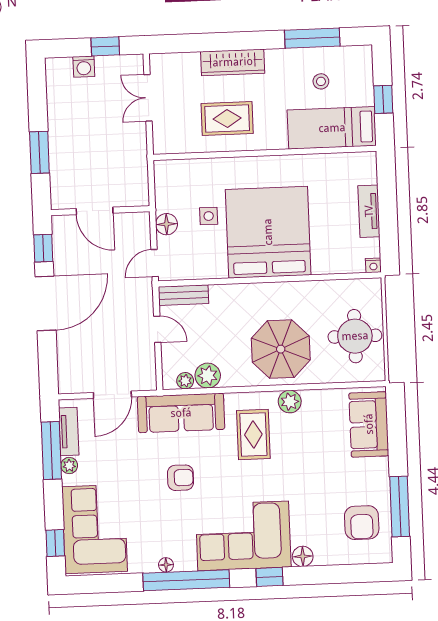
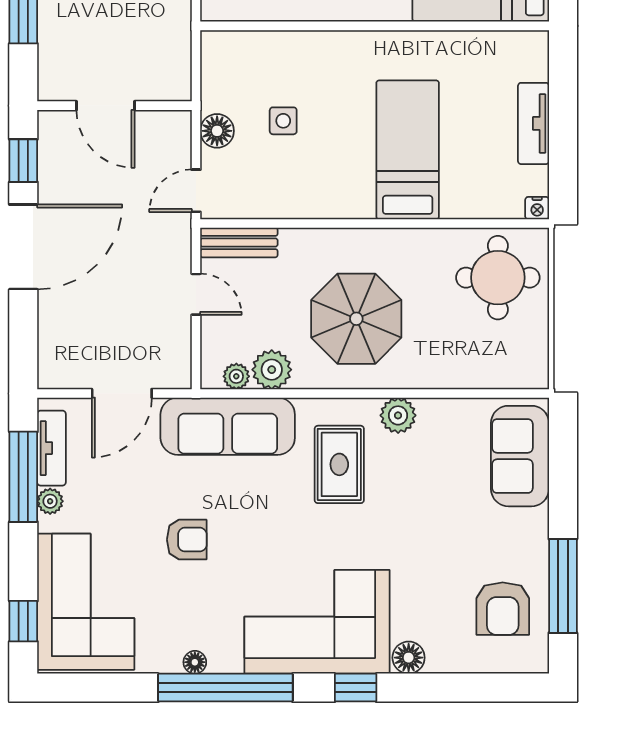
bed: (268, 232) -> (408, 150), width x0.49
round table: (355, 336) -> (498, 278), moved
parasol: (281, 349) -> (356, 319), moved
armchair: (181, 478) -> (187, 540), moved

